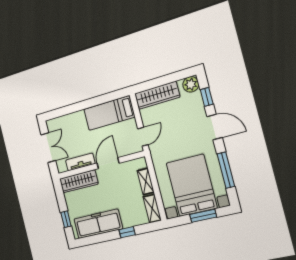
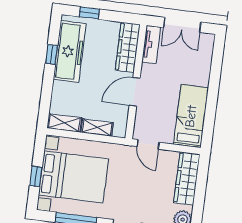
tv unit: (80, 162) -> (151, 45), moved
door: (108, 163) -> (135, 92), swing flipped
window: (203, 216) -> (36, 176), width x0.67
window: (127, 232) -> (51, 54), moved

